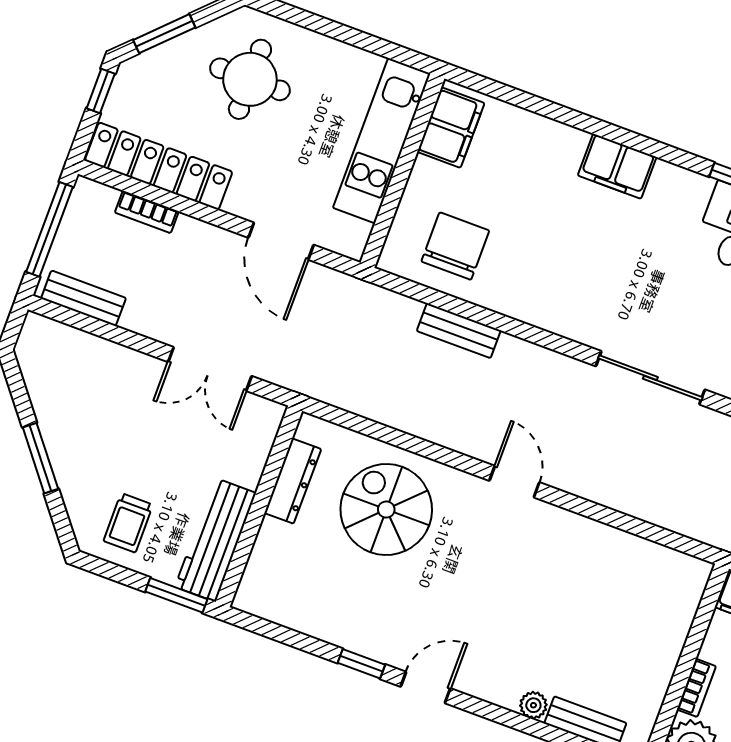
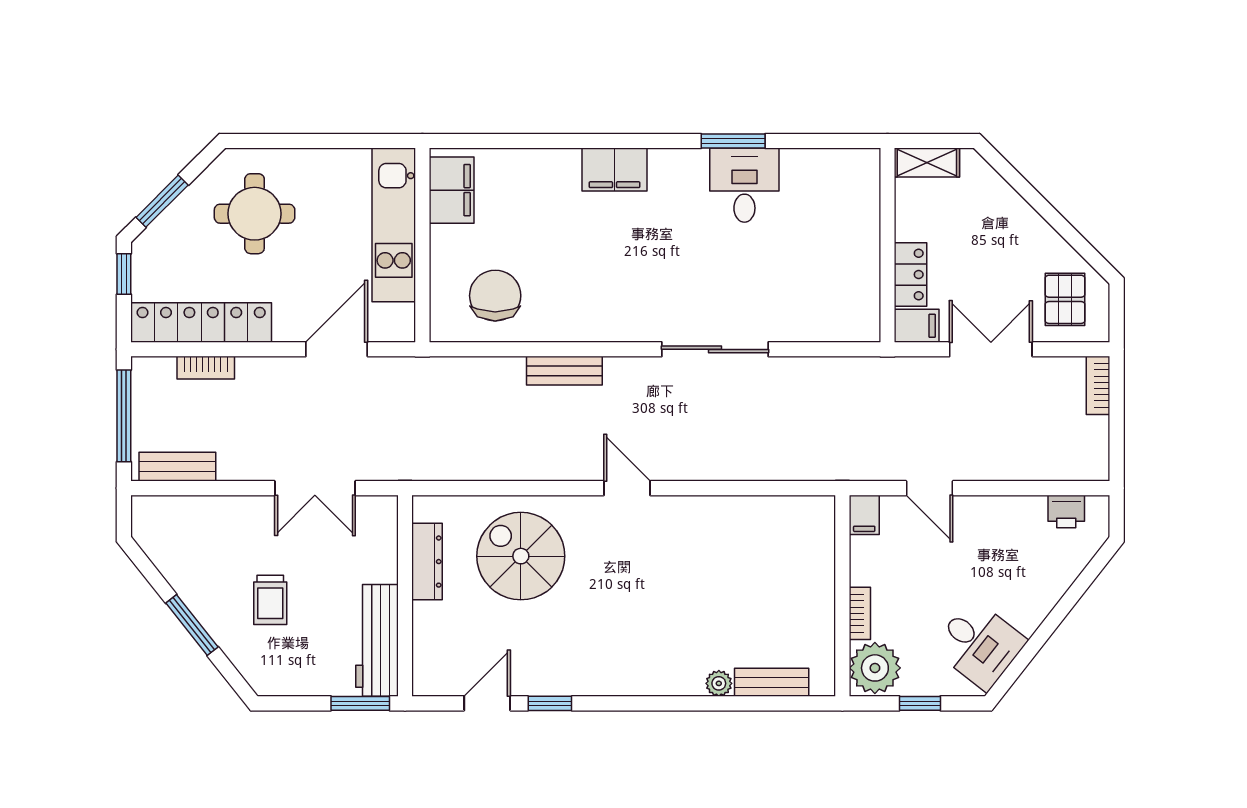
door: (281, 241) -> (337, 349), swing flipped
bench: (459, 331) -> (564, 371), moved
trolley: (128, 523) -> (270, 600), moved
door: (425, 687) -> (487, 703), moved

